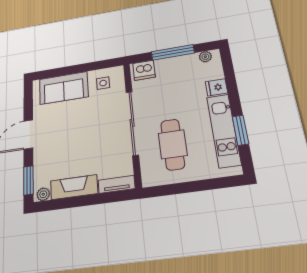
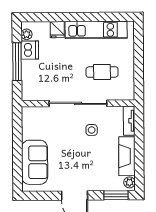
dishwasher: (144, 70) -> (30, 50), moved
side table: (103, 83) -> (92, 130), moved
window: (240, 130) -> (98, 17), removed
cafe table: (173, 144) -> (102, 72), width x0.73, depth x0.74

